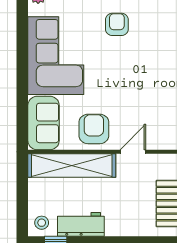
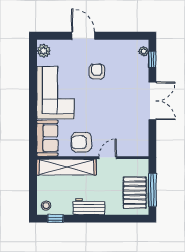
armchair: (94, 129) -> (81, 142), turned -90
workbench: (81, 224) -> (89, 207), moved

